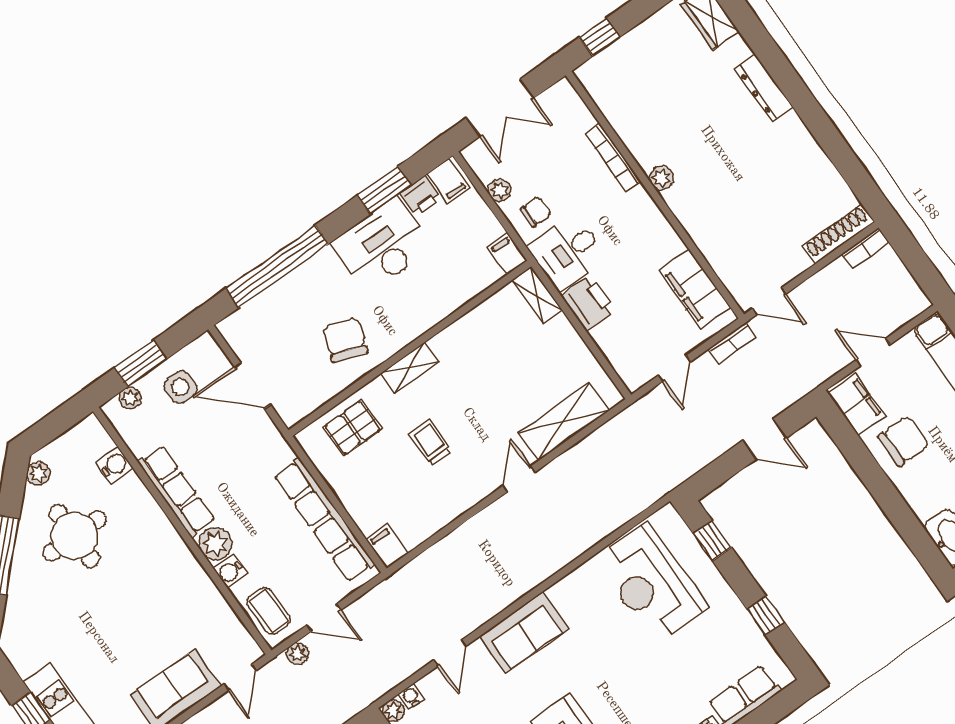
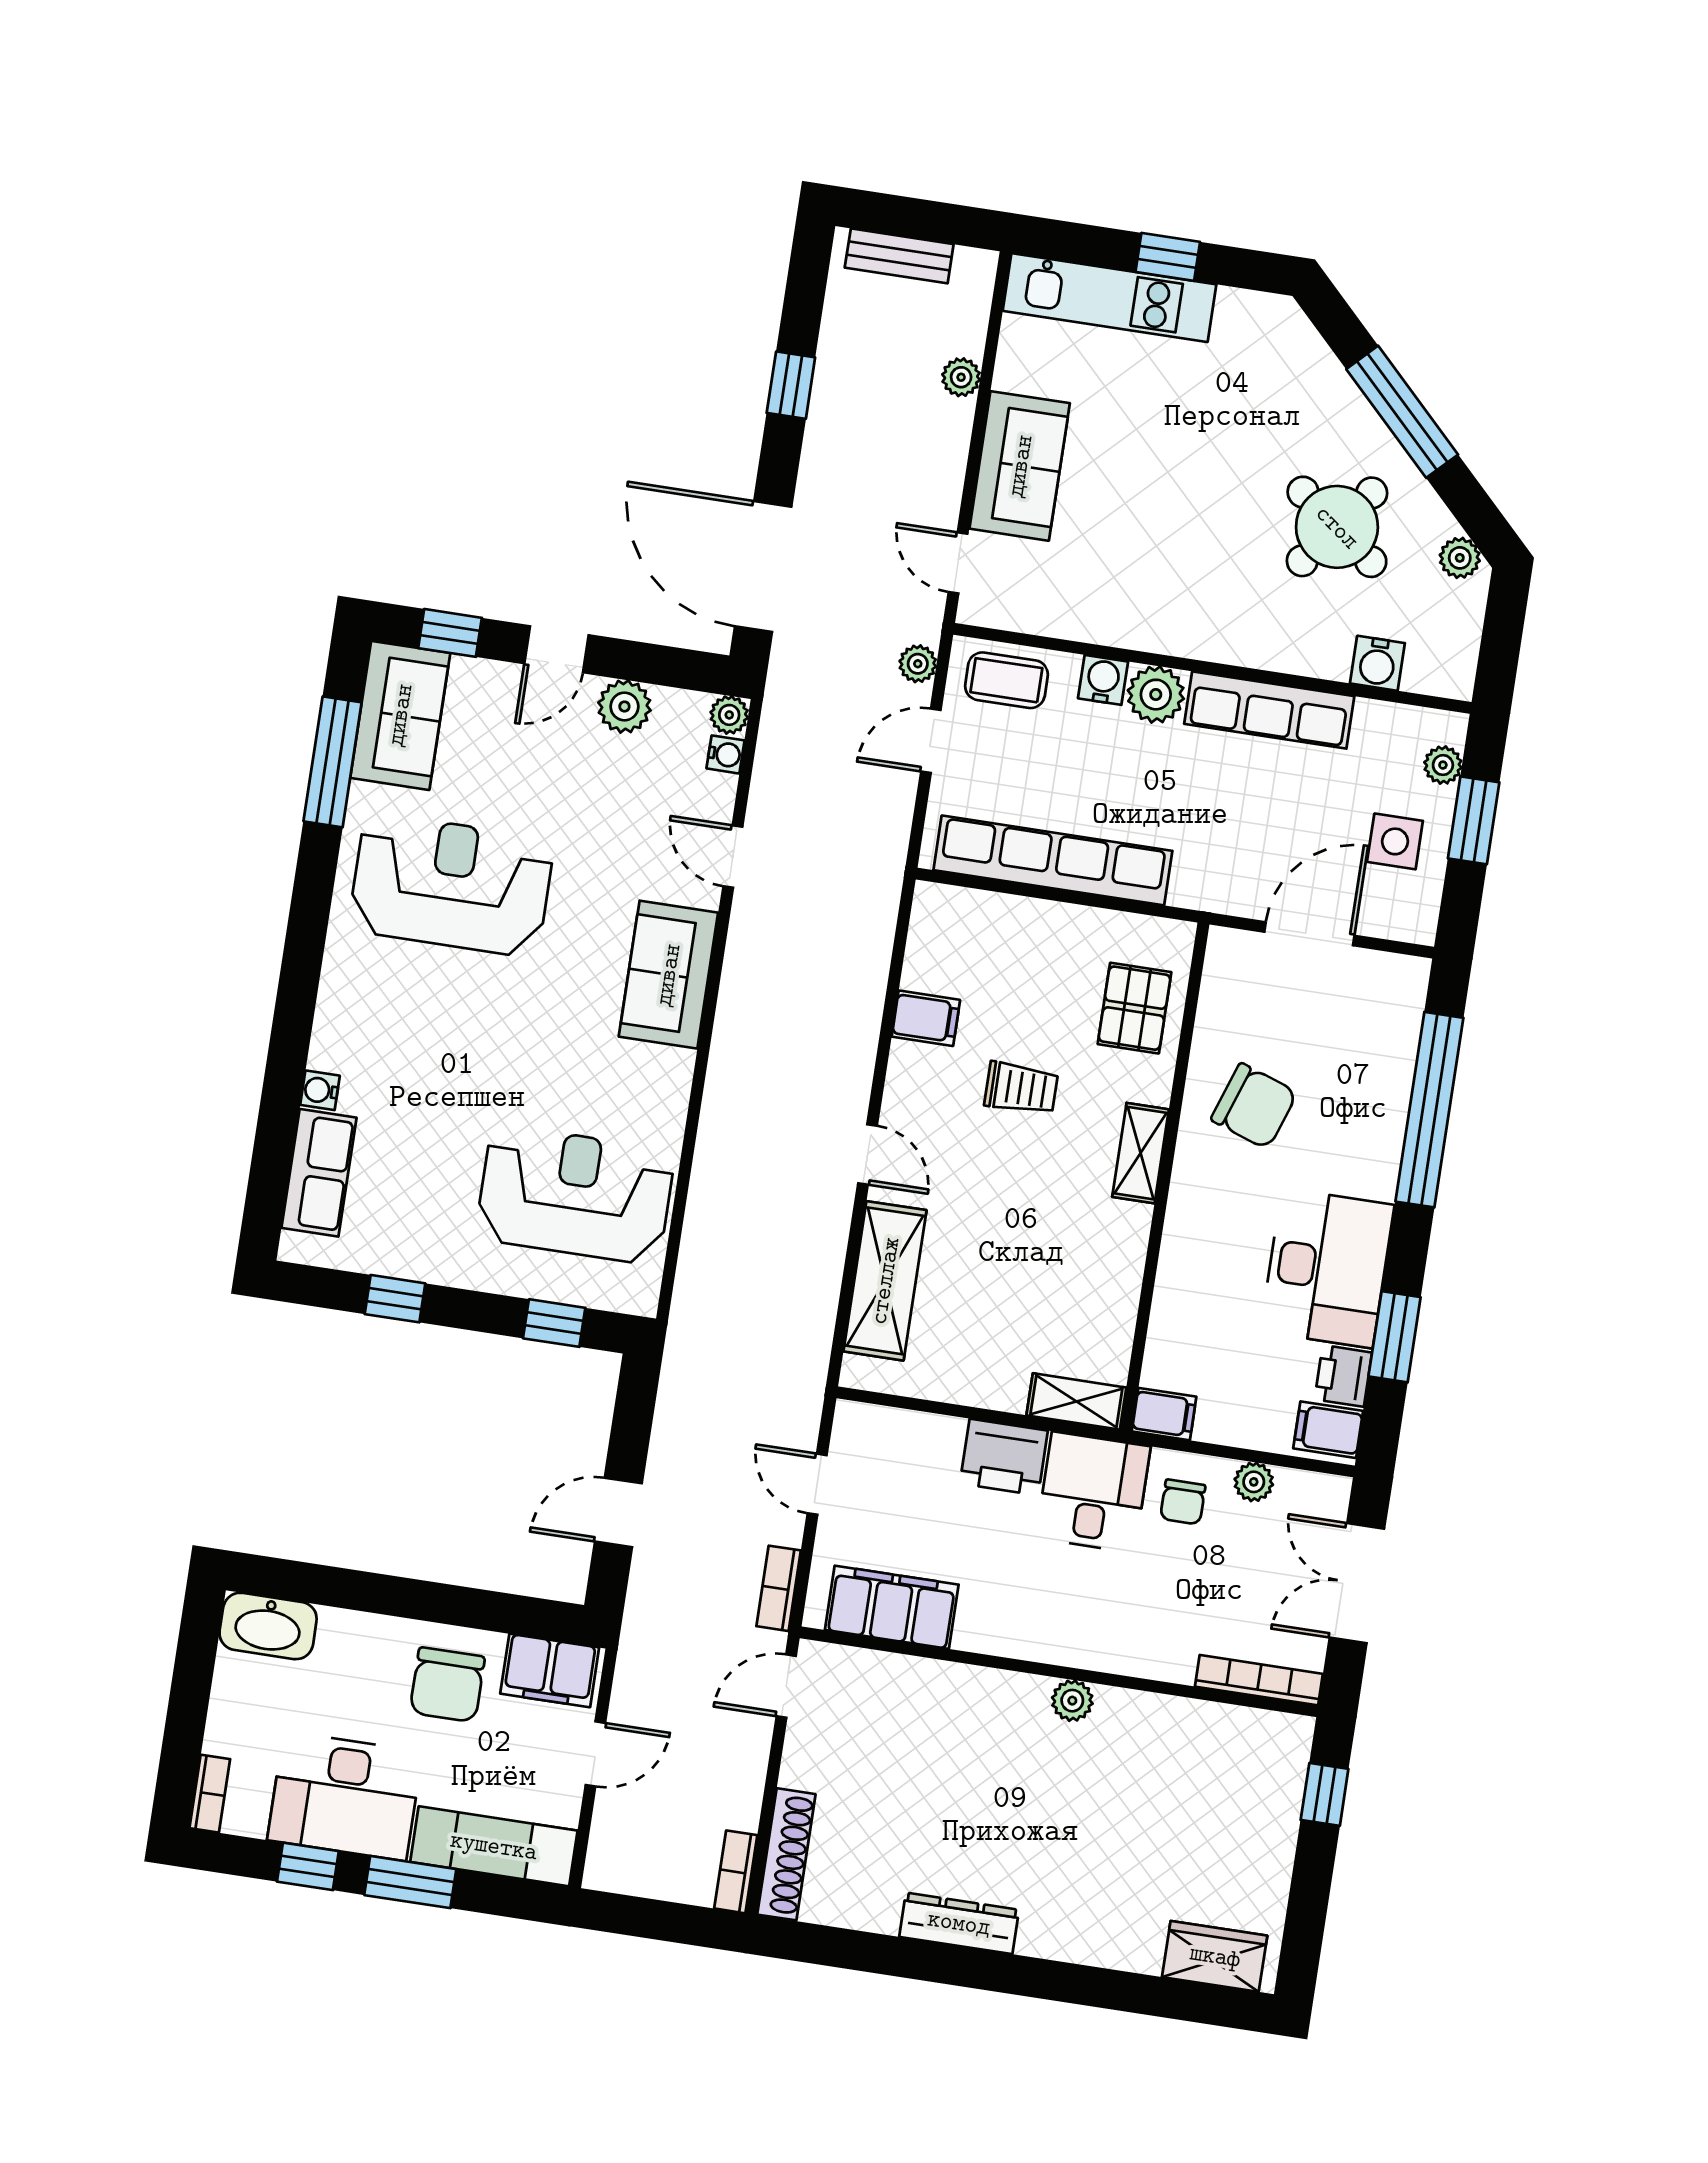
dresser: (764, 88) -> (959, 1923), moved
bookcase: (613, 158) -> (1259, 1680), moved
round table: (74, 536) -> (1337, 527), turned 37
filing cabinet: (387, 547) -> (926, 1018), moved

